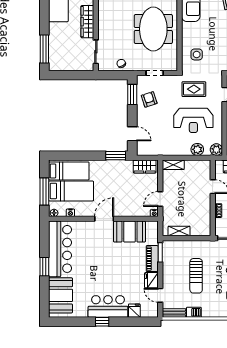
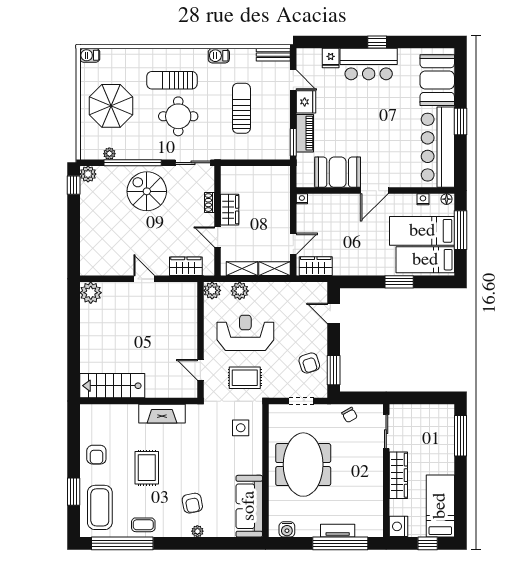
window: (116, 156) -> (399, 282), moved
door: (160, 199) -> (293, 244), moved
wardrobe: (204, 206) -> (230, 210), added
shelving: (179, 231) -> (242, 269), moved
barbecue: (194, 312) -> (219, 56), moved

